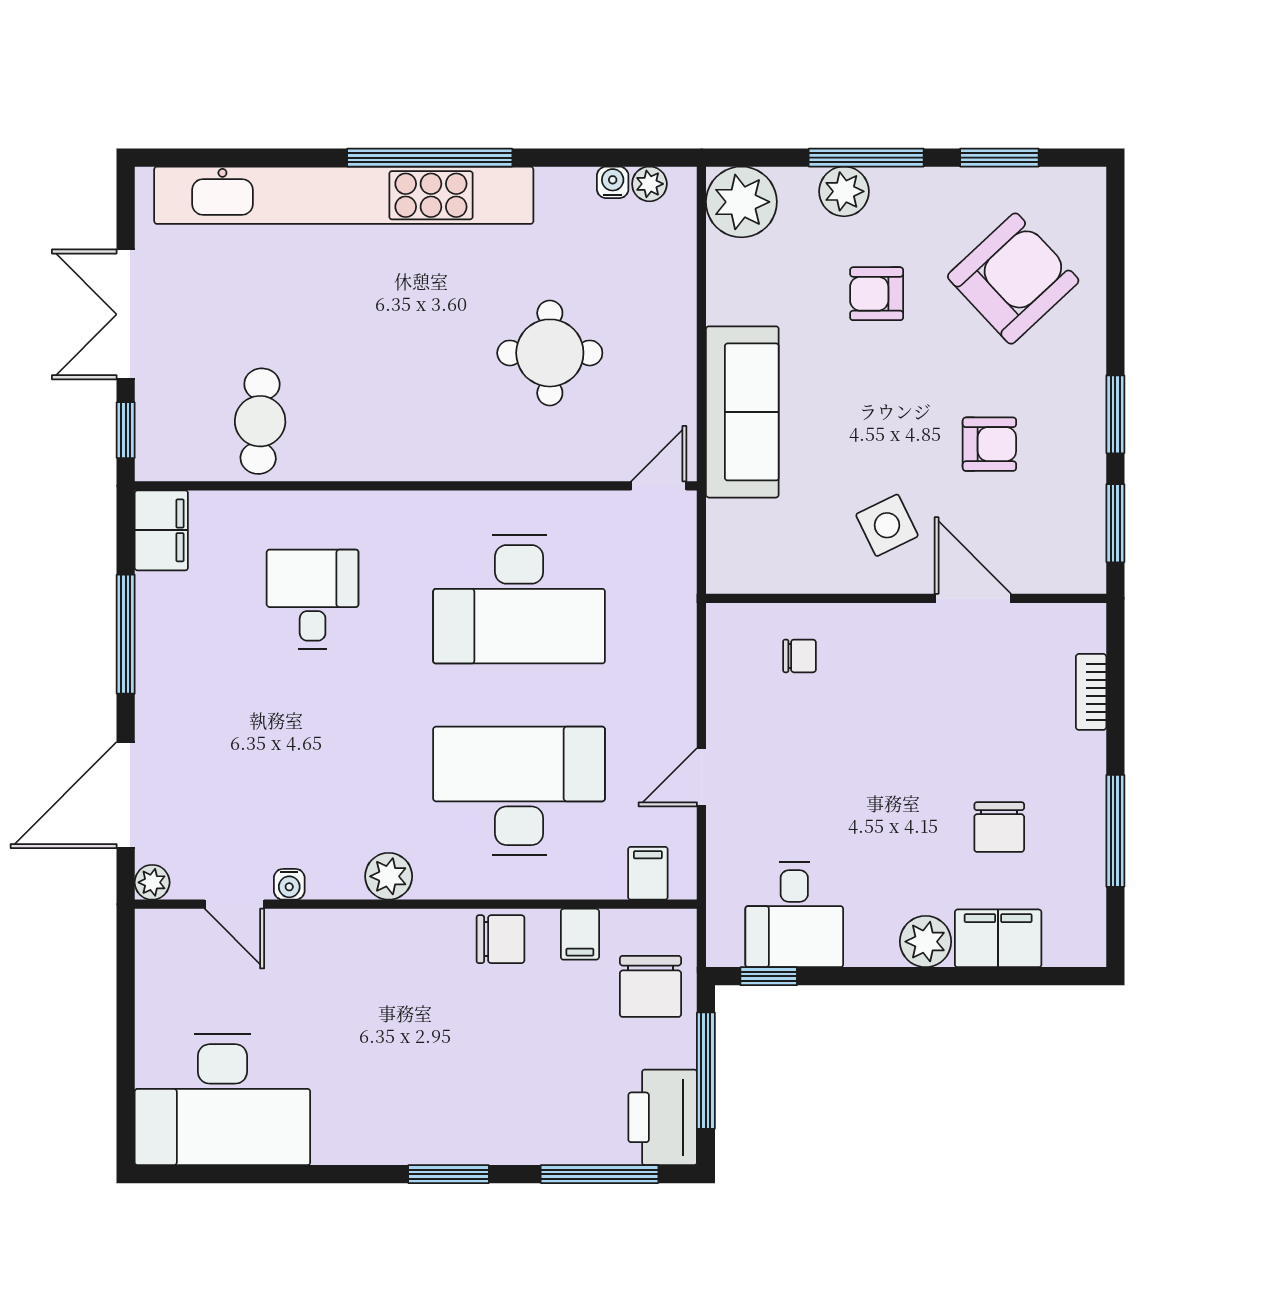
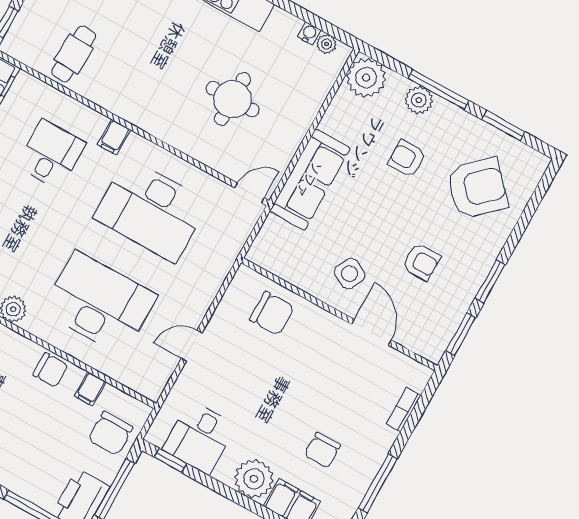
side table: (887, 525) -> (350, 274), turned -38
chair: (800, 656) -> (272, 313), width x1.87, depth x1.87
filing cabinet: (648, 873) -> (114, 137), moved, turned 180
plant: (926, 942) -> (254, 479), width x1.36, depth x1.36

